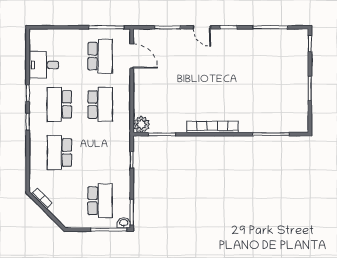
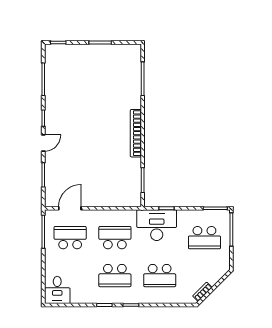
desk: (44, 65) -> (57, 290), moved
plant: (142, 124) -> (133, 199), removed
desk: (114, 149) -> (157, 225), added
school desk: (100, 201) -> (204, 238), turned 180
washbasin: (124, 223) -> (225, 216), removed

